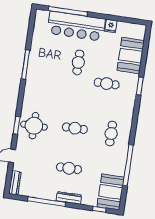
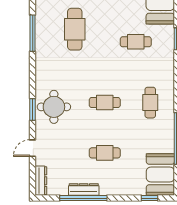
cafe table: (78, 62) -> (75, 29), moved, width x1.37, depth x1.35
dresser: (69, 198) -> (84, 189), moved

